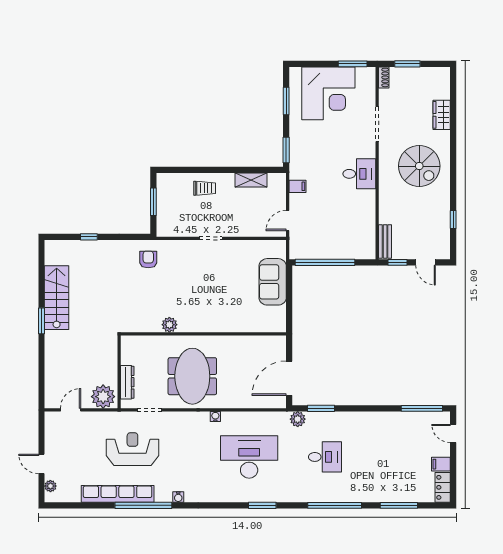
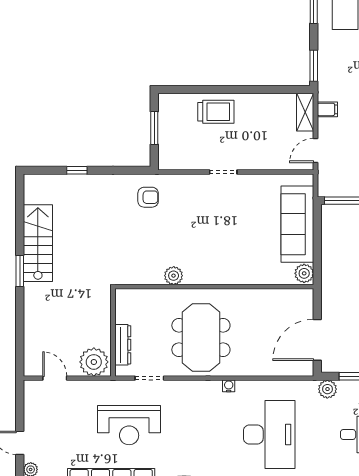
shelving: (251, 180) -> (305, 112), moved, turned 90
trolley: (205, 188) -> (216, 112), width x1.36, depth x1.39
armchair: (148, 259) -> (148, 197), turned 90
sofa: (273, 282) -> (297, 224), width x1.36
plant: (278, 323) -> (304, 273), added
door: (71, 410) -> (55, 378), hinge flipped
reception desk: (132, 449) -> (129, 425), turned 180
desk: (249, 457) -> (269, 434), turned 90

